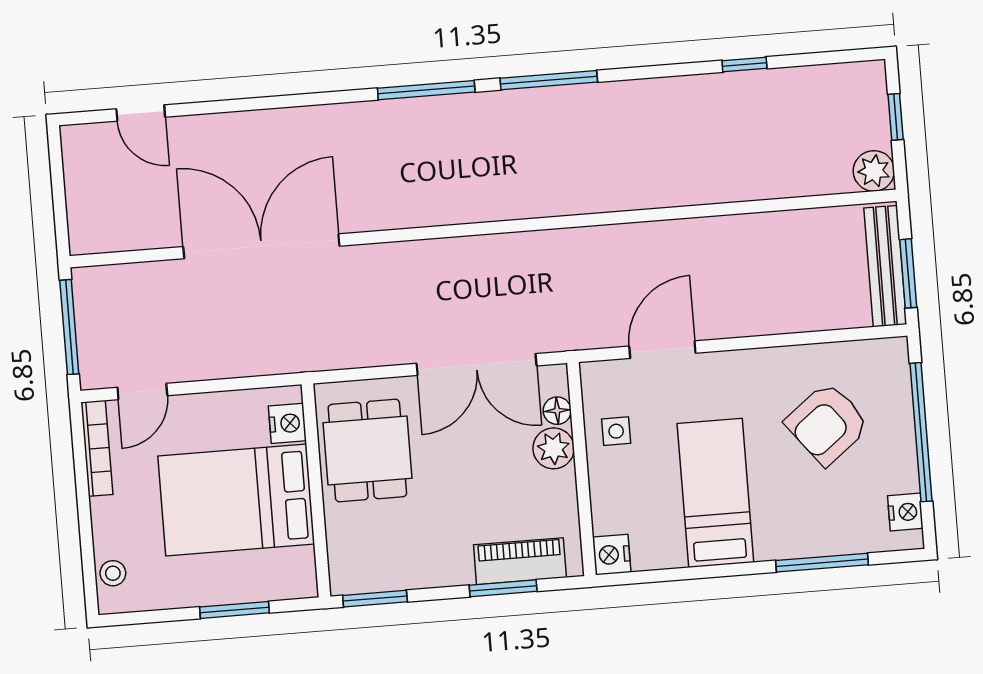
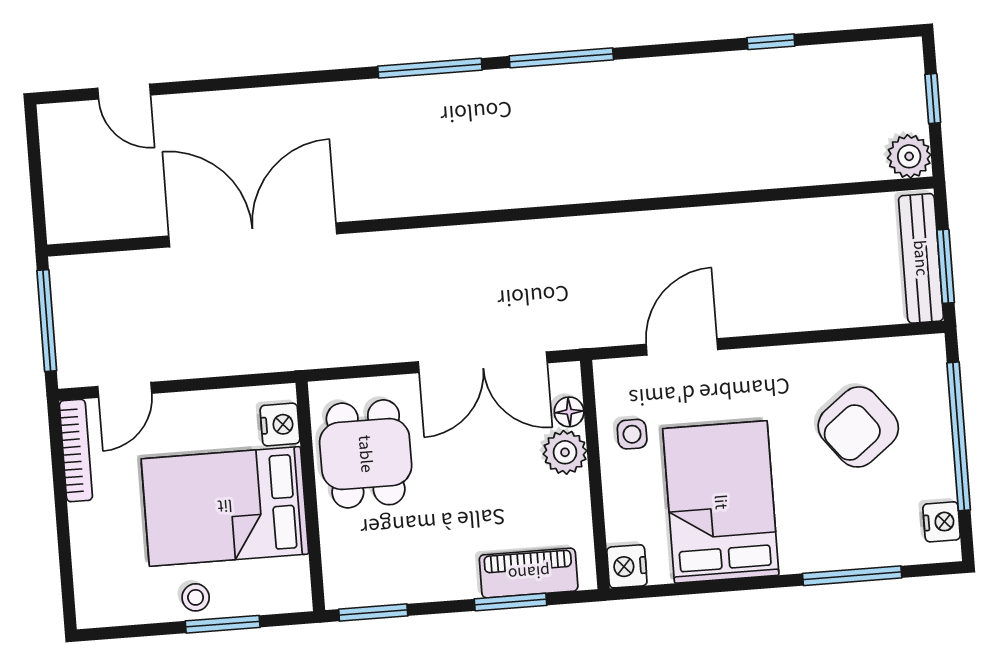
bed: (715, 493) -> (721, 502), width x1.50
stool: (113, 573) -> (196, 597), moved

